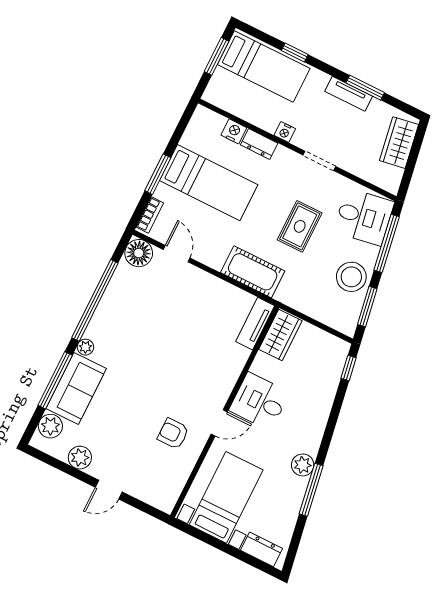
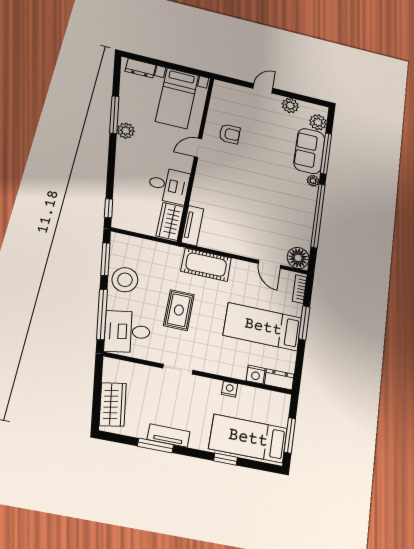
nightstand: (285, 132) -> (230, 389), moved
dresser: (259, 144) -> (279, 379), moved
desk: (259, 401) -> (169, 185), moved

